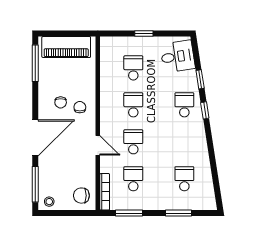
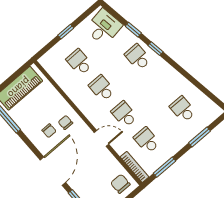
chair: (81, 196) -> (120, 184), turned 90

